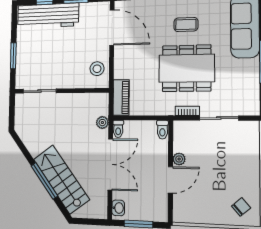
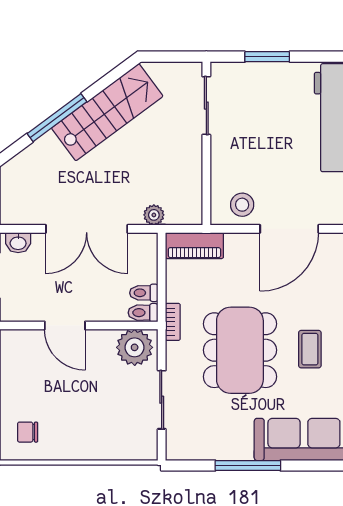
door: (112, 28) -> (289, 229), moved
bookcase: (187, 111) -> (173, 322), moved
toilet: (118, 129) -> (144, 293), moved
plant: (179, 159) -> (135, 347), moved, width x1.88, depth x1.88
stairs: (61, 179) -> (107, 112), moved
chair: (241, 207) -> (28, 432), turned 131

